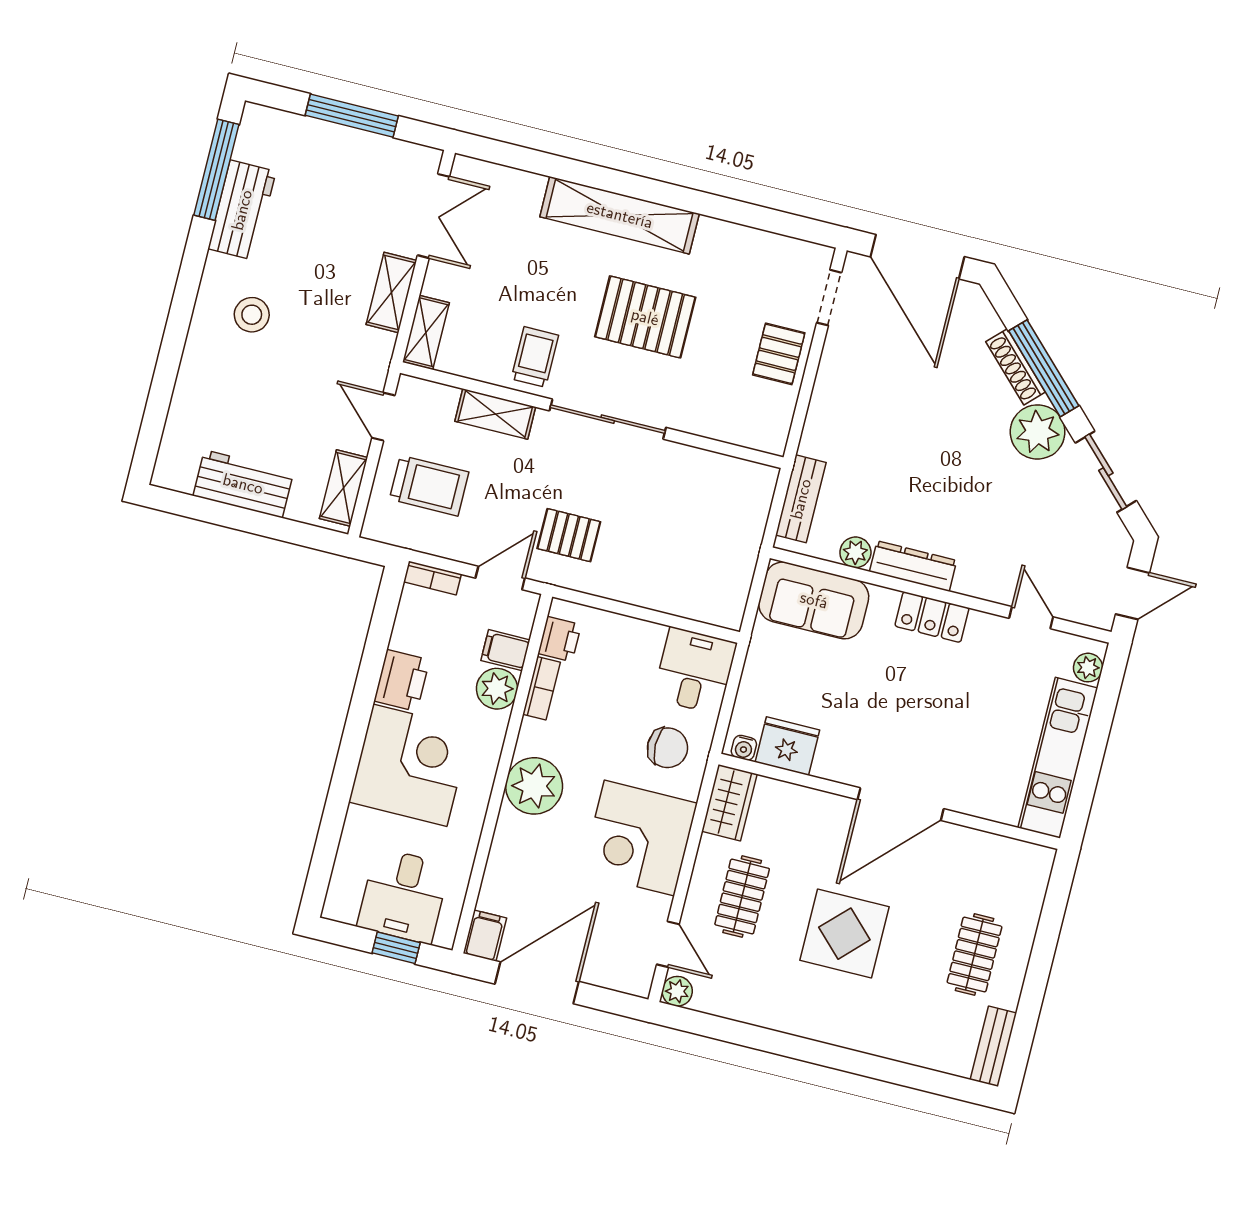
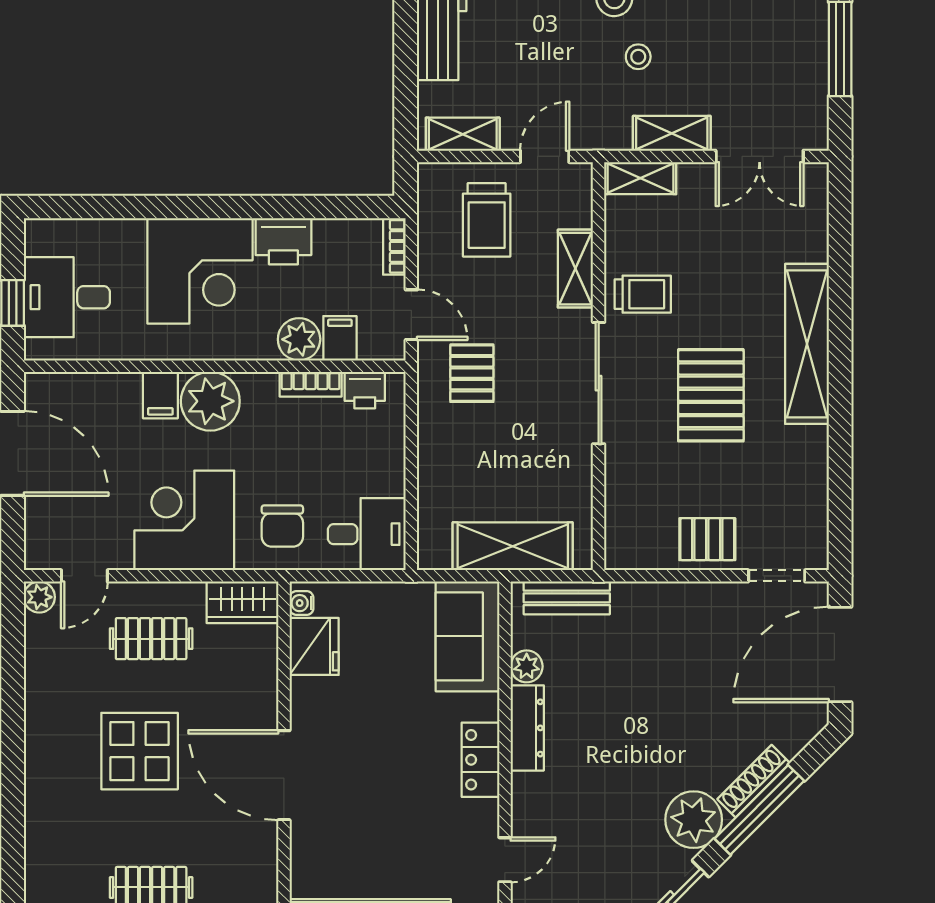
stool: (312, 306) -> (638, 57), added
shelving: (740, 537) -> (513, 546), added
filing cabinet: (485, 936) -> (160, 395), moved, turned 90

